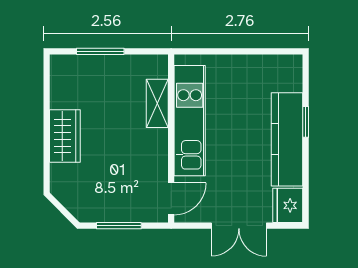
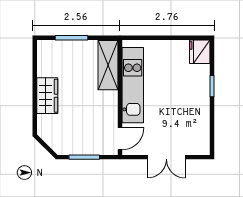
shelving: (157, 103) -> (108, 65), width x1.50, depth x1.33
kitchen counter: (287, 139) -> (199, 98), removed
fridge: (288, 205) -> (200, 52), moved

